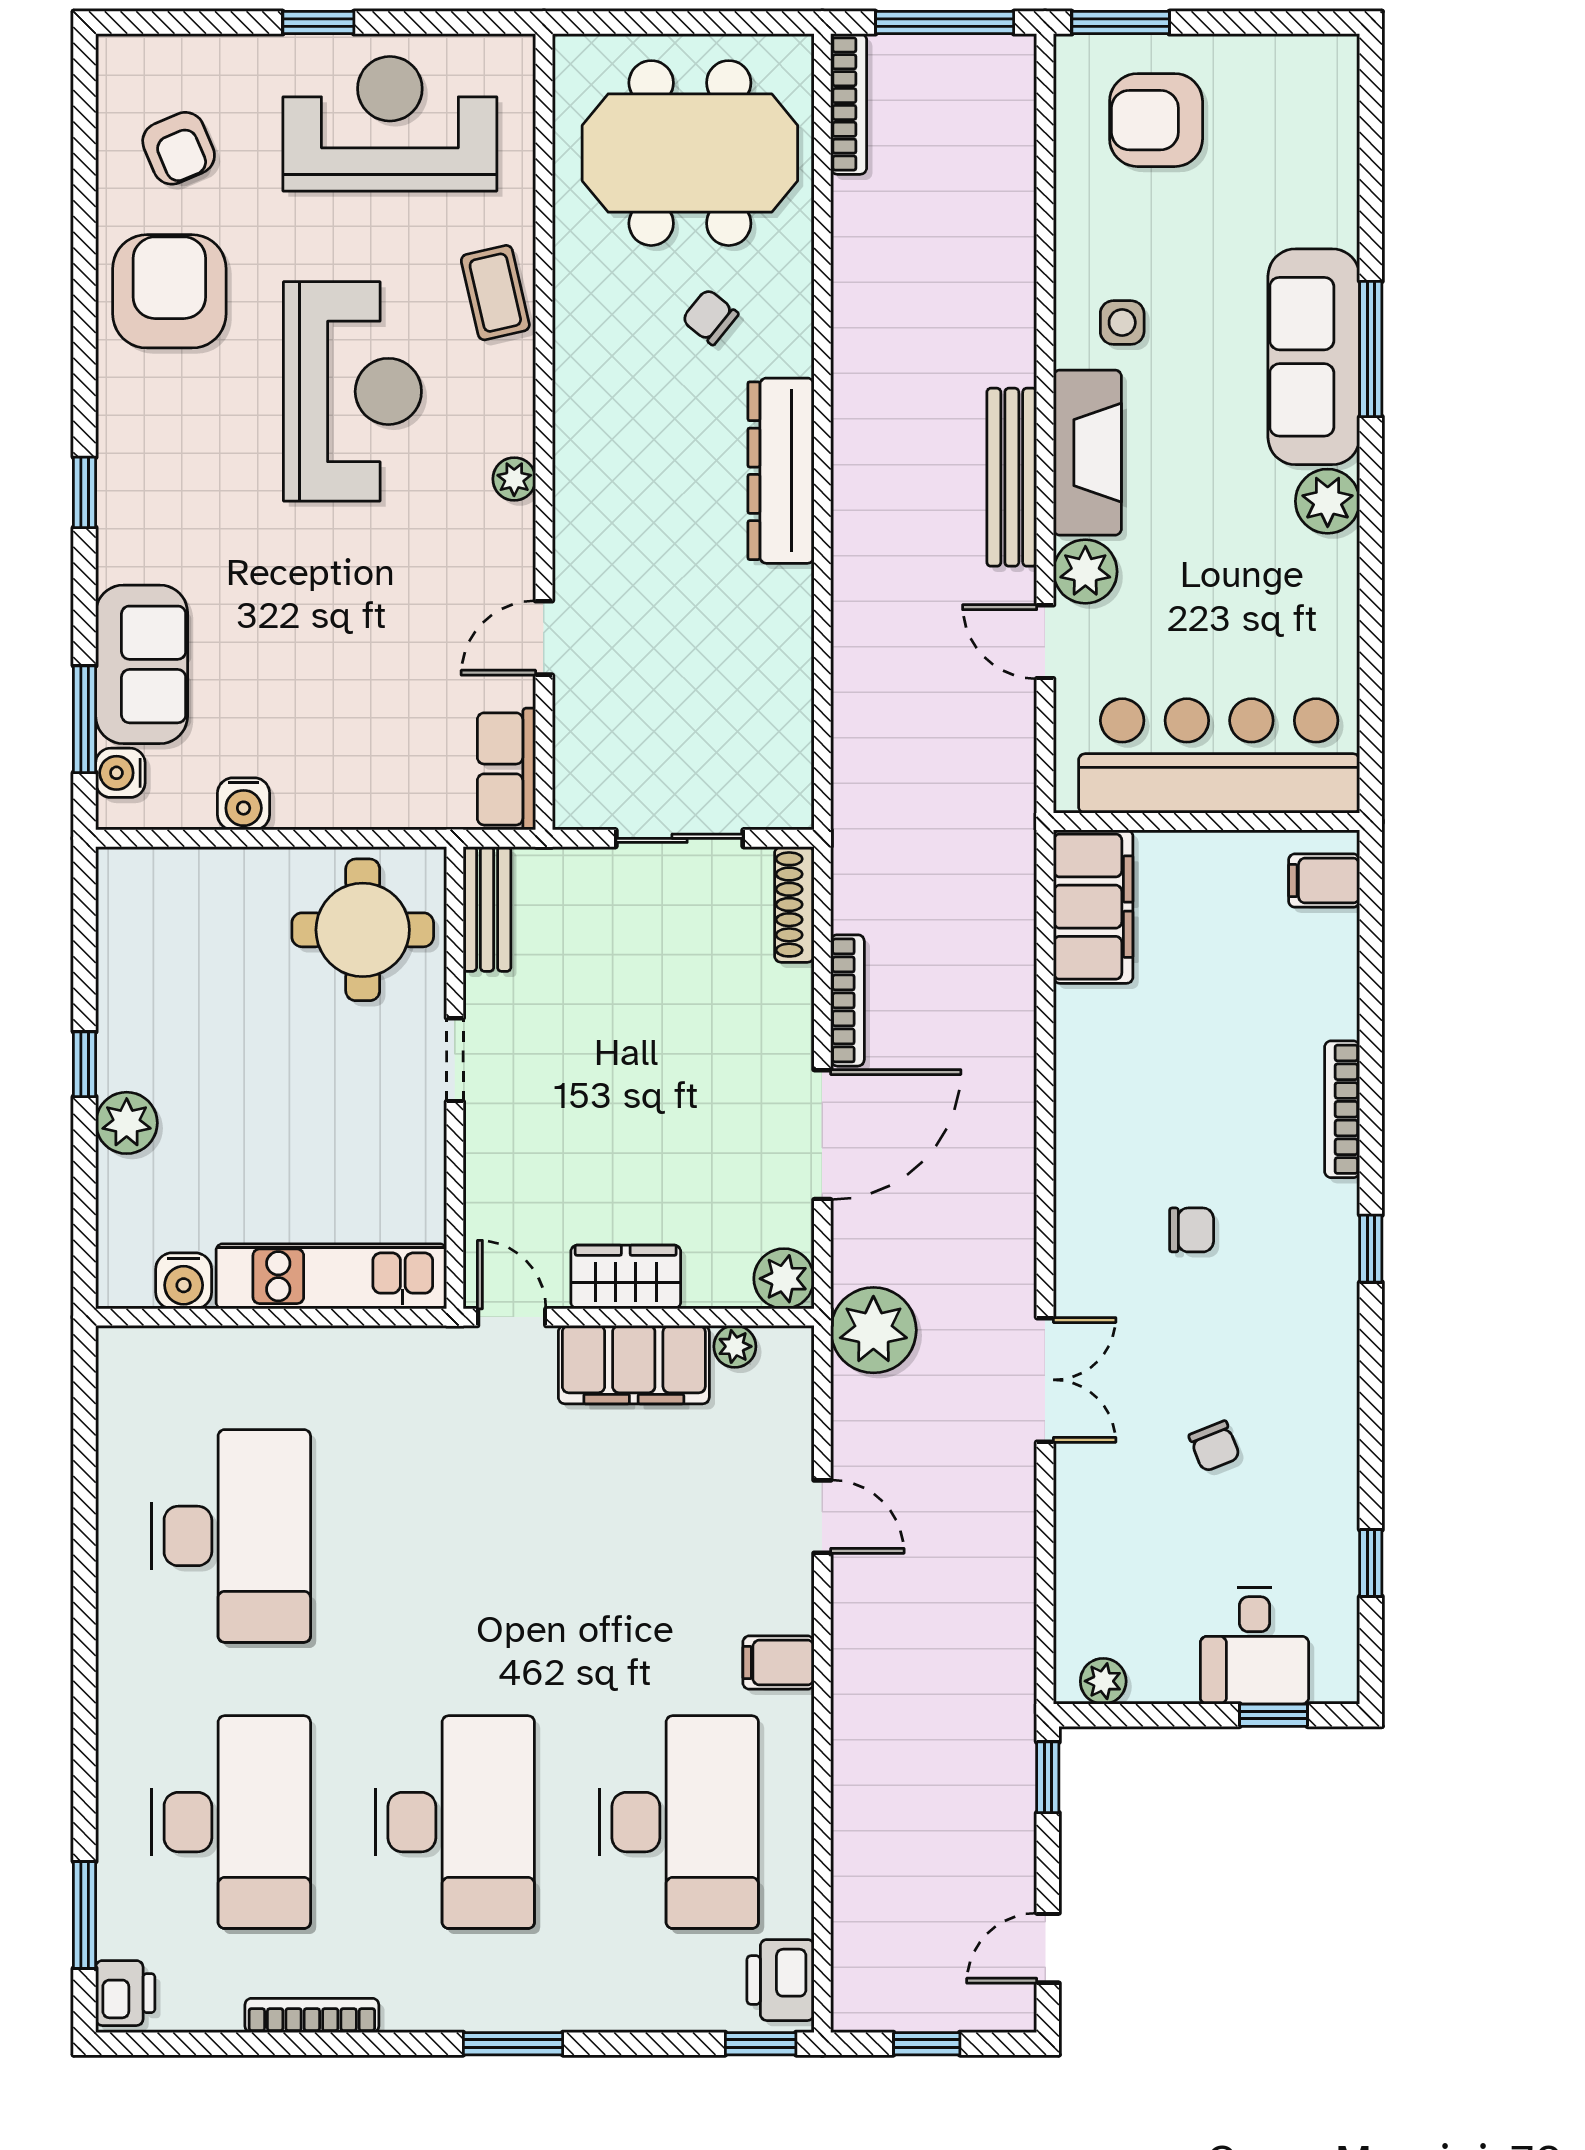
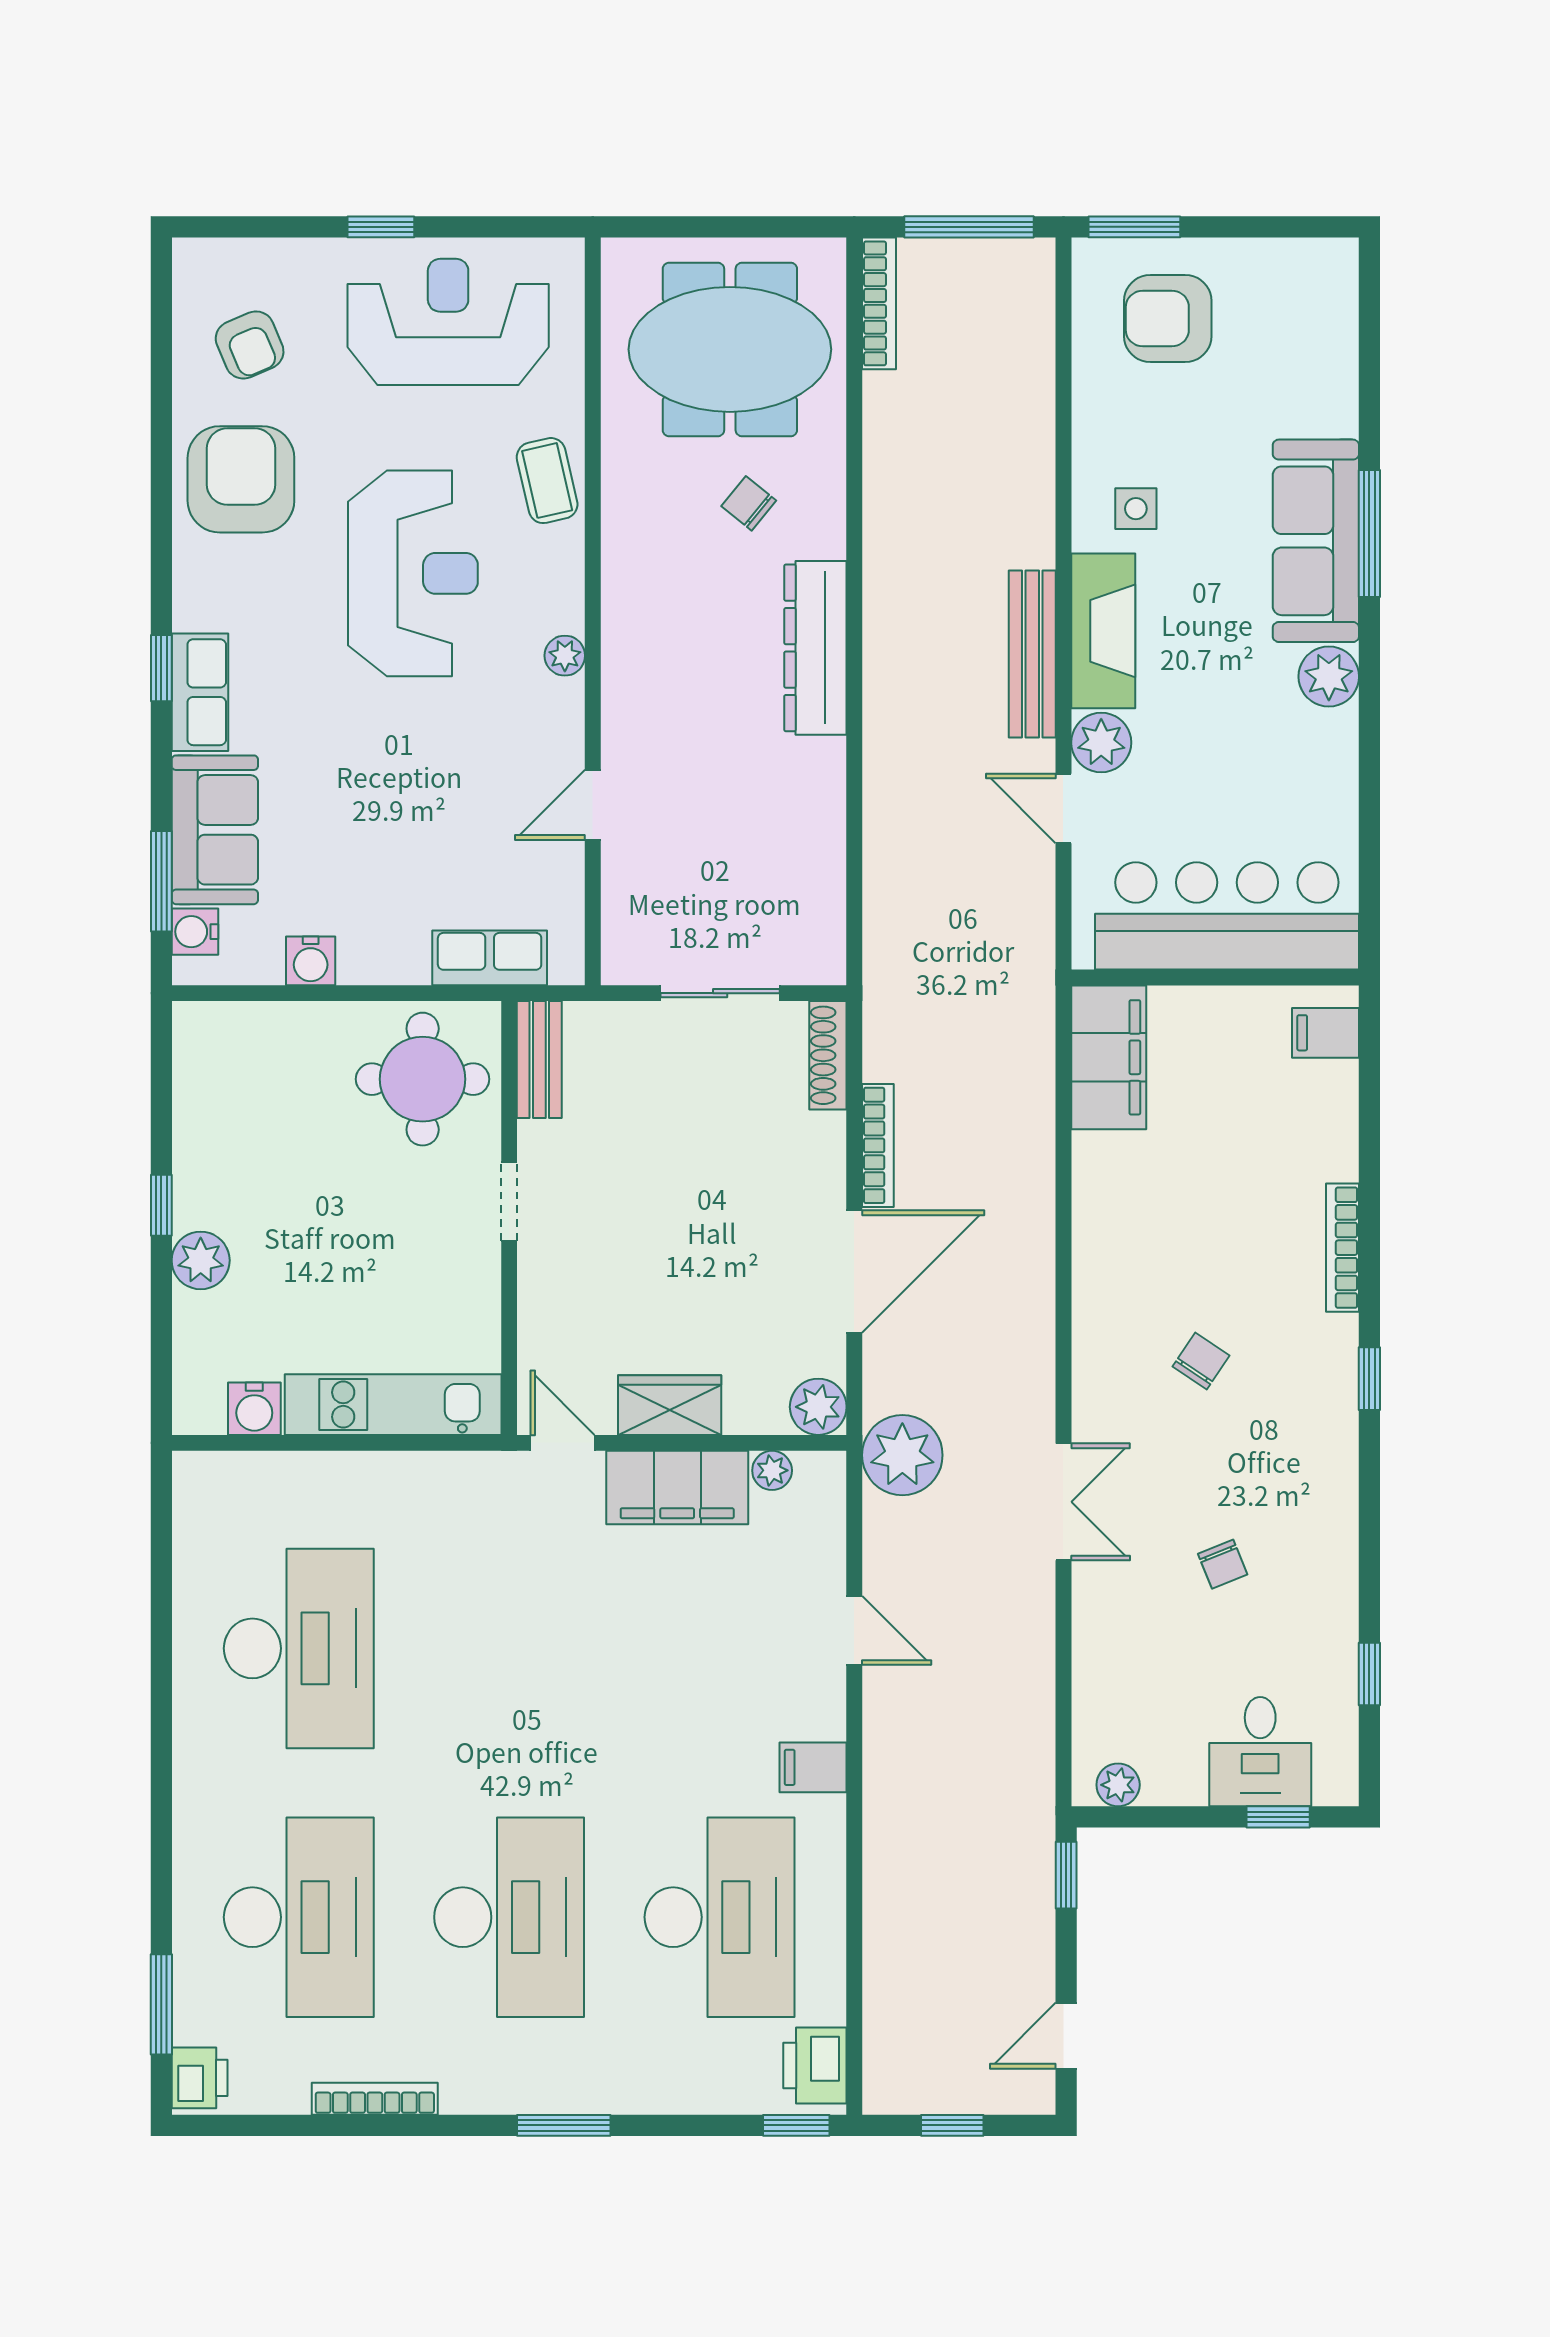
row of seats: (126, 518) -> (200, 692), added
row of seats: (506, 769) -> (490, 958), moved, turned 90
chair: (1192, 1230) -> (1201, 1361), turned -56

